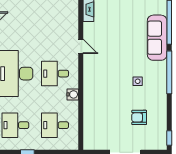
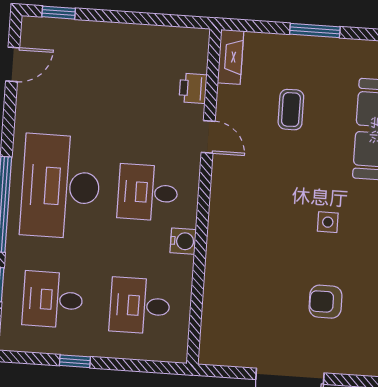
printer: (72, 25) -> (193, 88), added
coffee table: (117, 31) -> (291, 110), added

